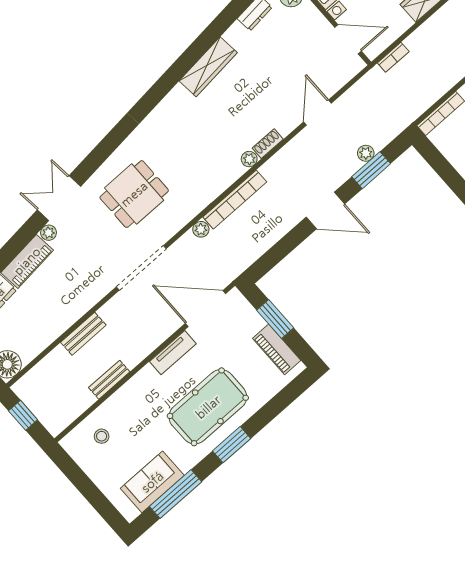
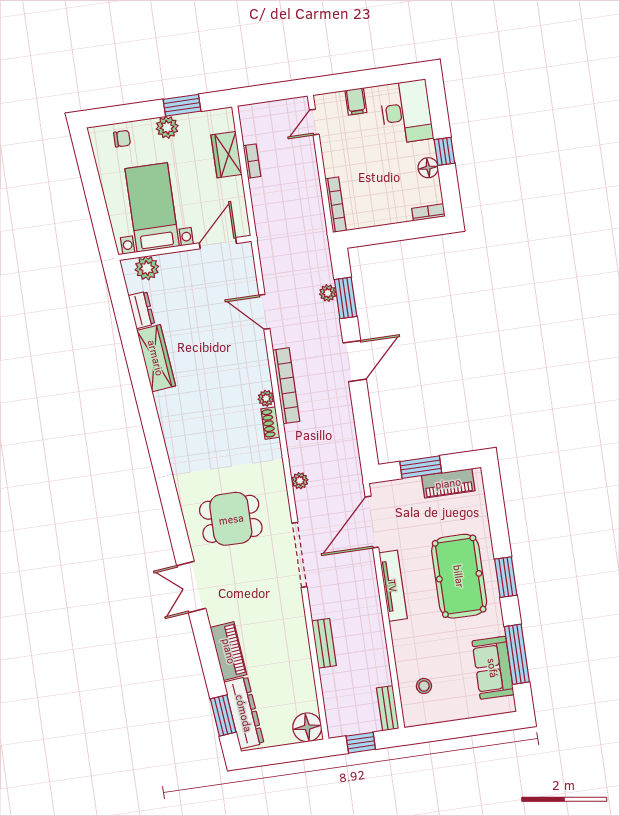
bookcase: (393, 57) -> (252, 161), moved
wardrobe: (208, 67) -> (156, 358), moved
shoe rack: (268, 144) -> (270, 423), moved
dining table: (134, 194) -> (231, 519), turned 90
bookcase: (235, 199) -> (286, 386), moved
plant: (48, 233) -> (216, 616), removed
tv unit: (173, 353) -> (393, 586), width x1.41
bench: (109, 380) -> (388, 708), moved

